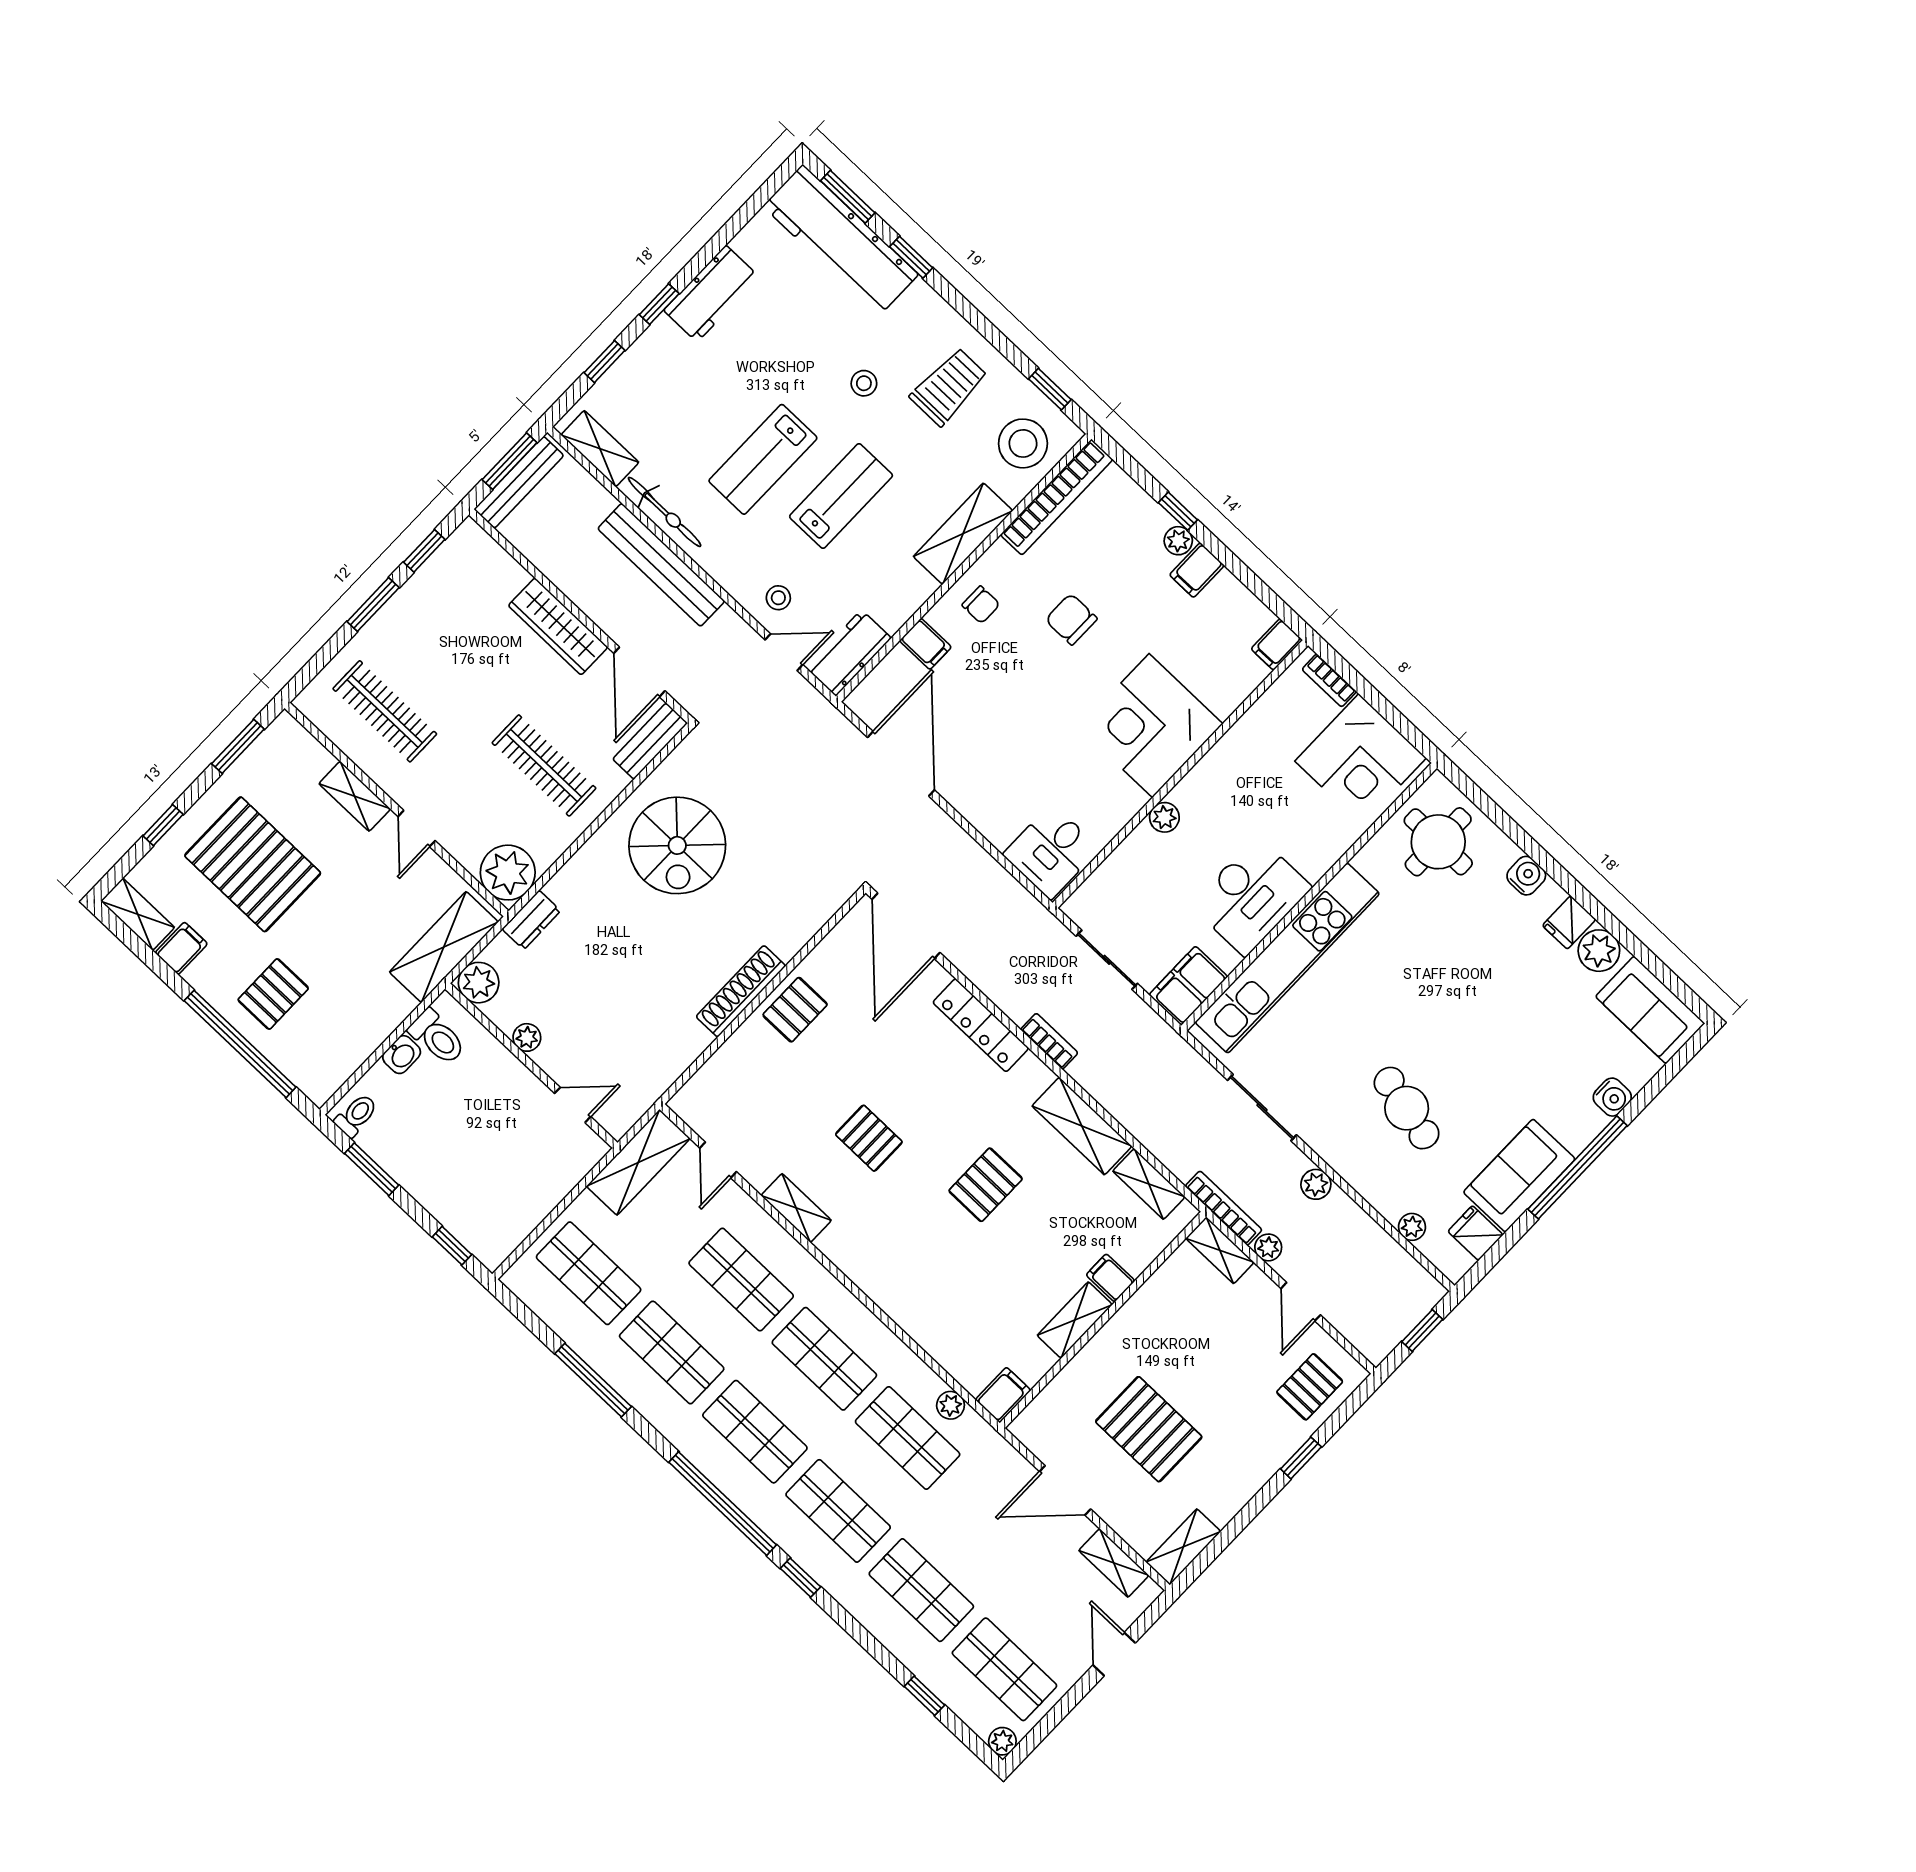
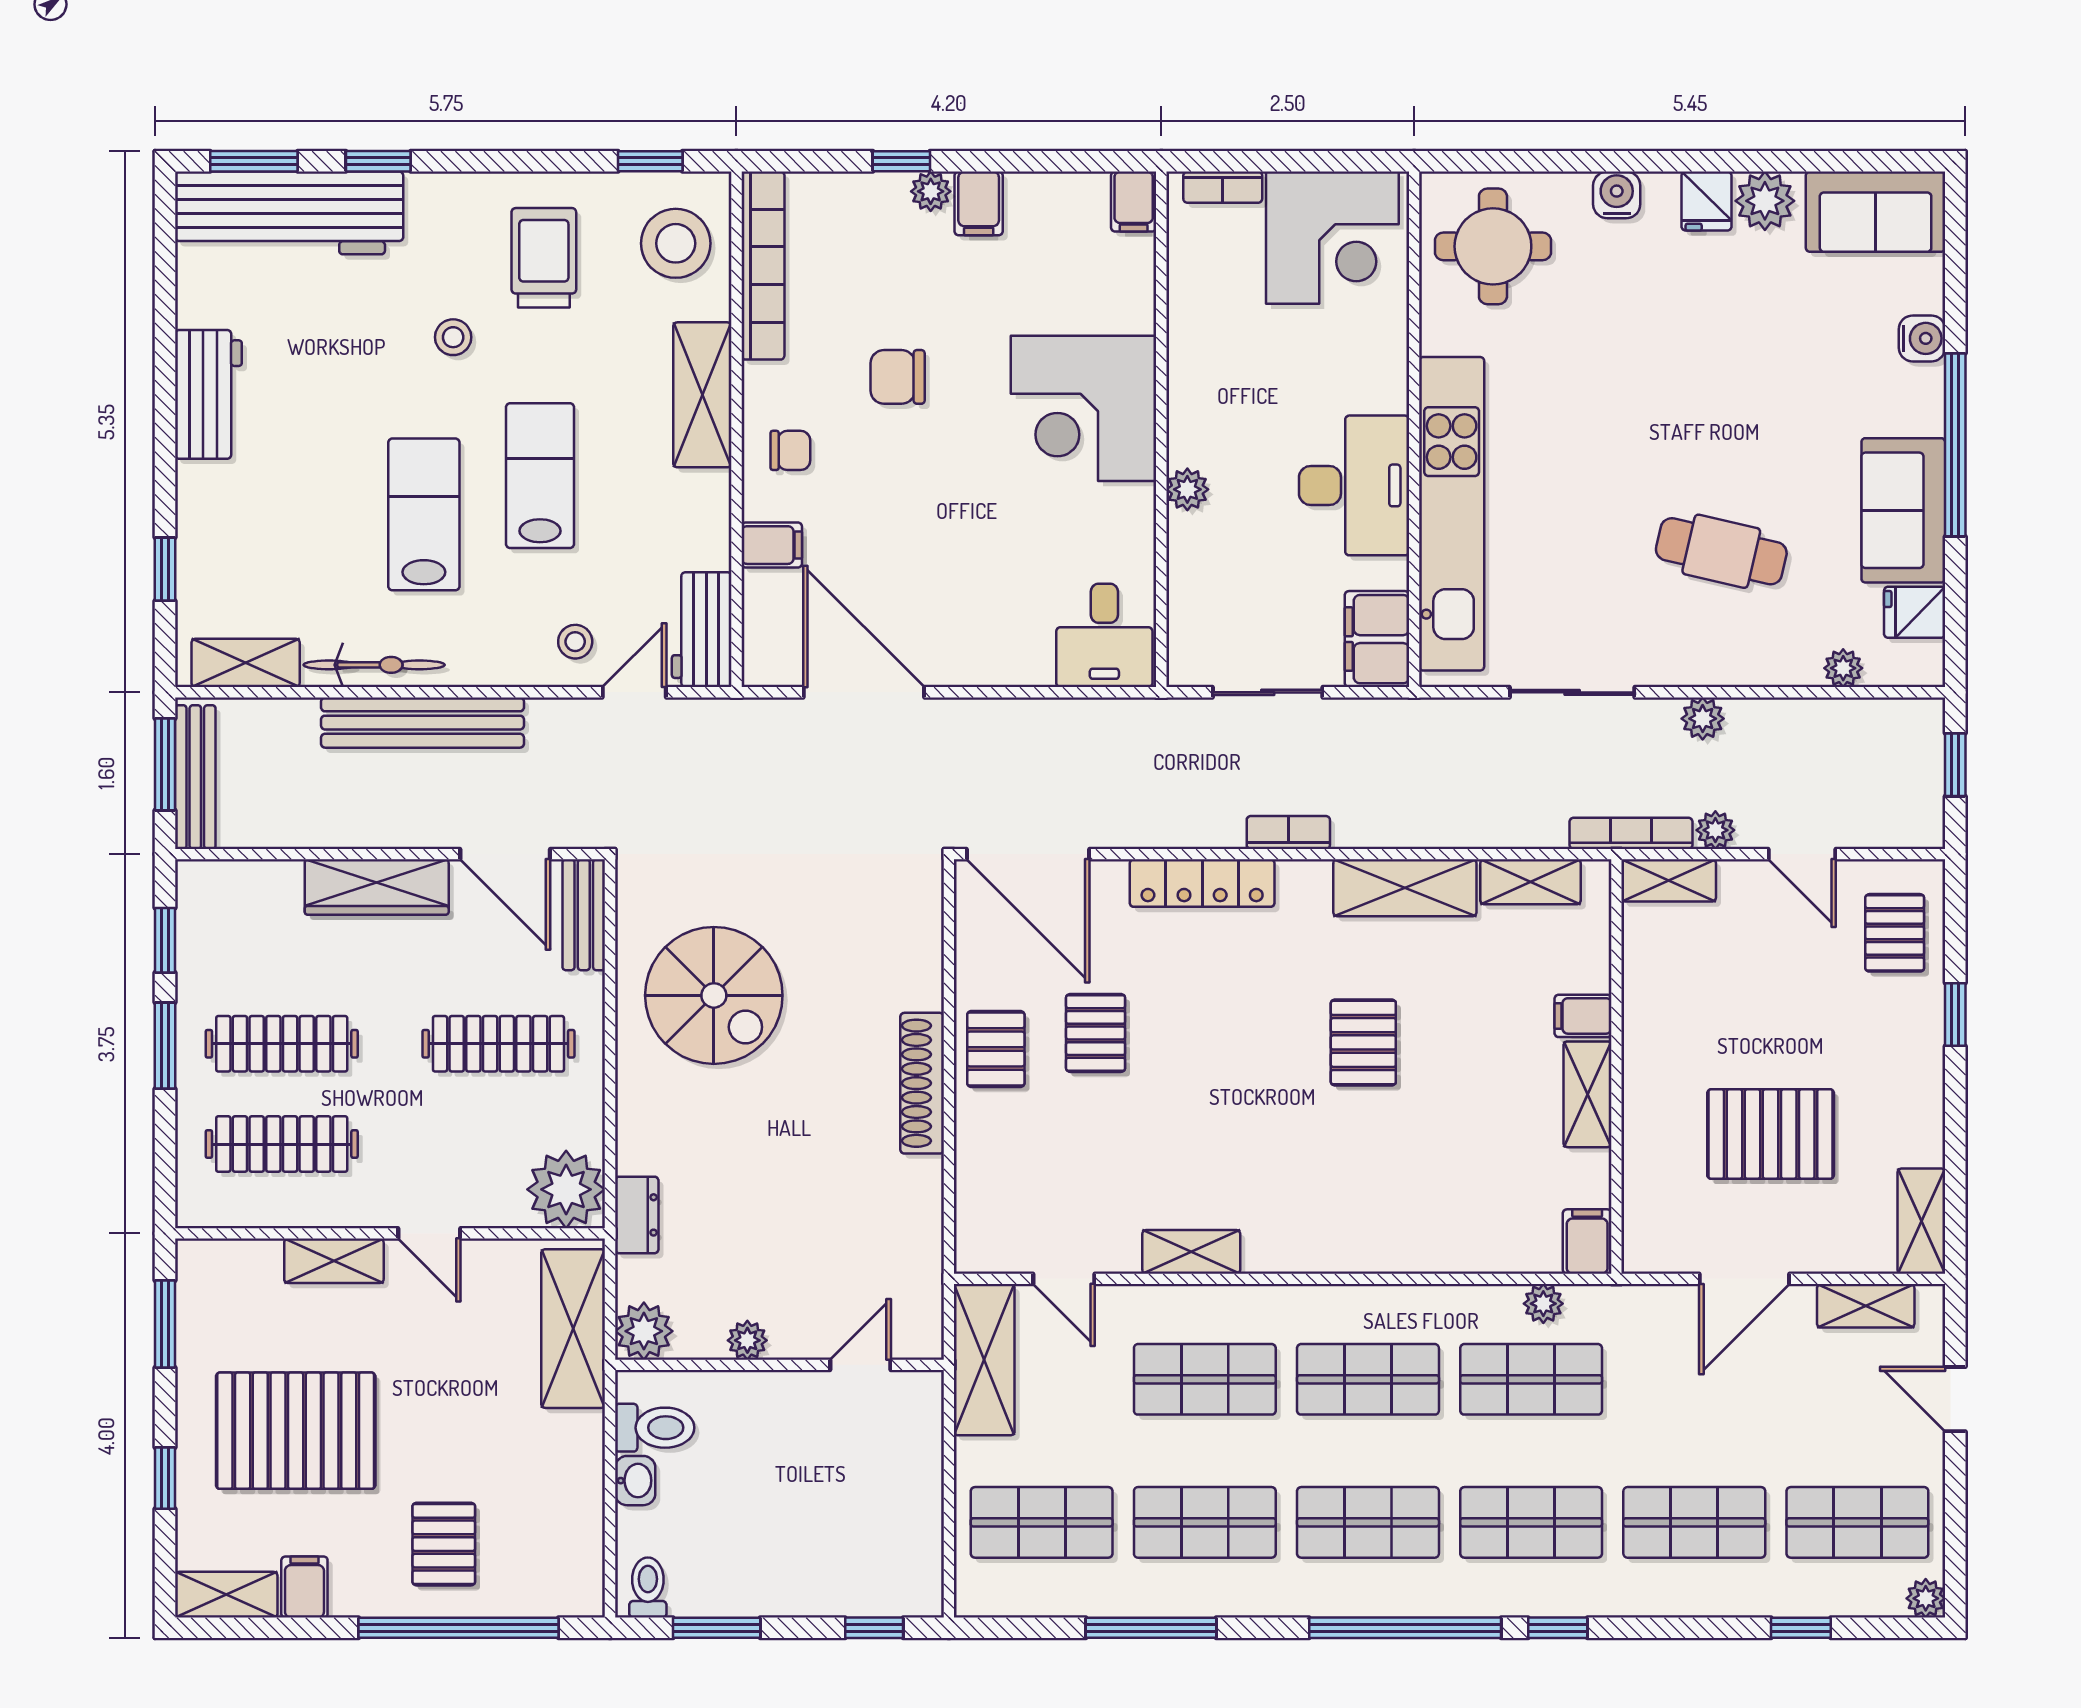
window: (659, 304) -> (165, 456), removed
lab bench: (763, 459) -> (424, 514), turned 180
clothes rail: (433, 660) -> (282, 1044), added
pallet: (869, 1138) -> (1096, 1033), moved, turned 90

